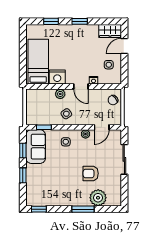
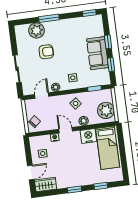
plant: (35, 102) -> (106, 110), added
sofa: (36, 147) -> (98, 53), moved

